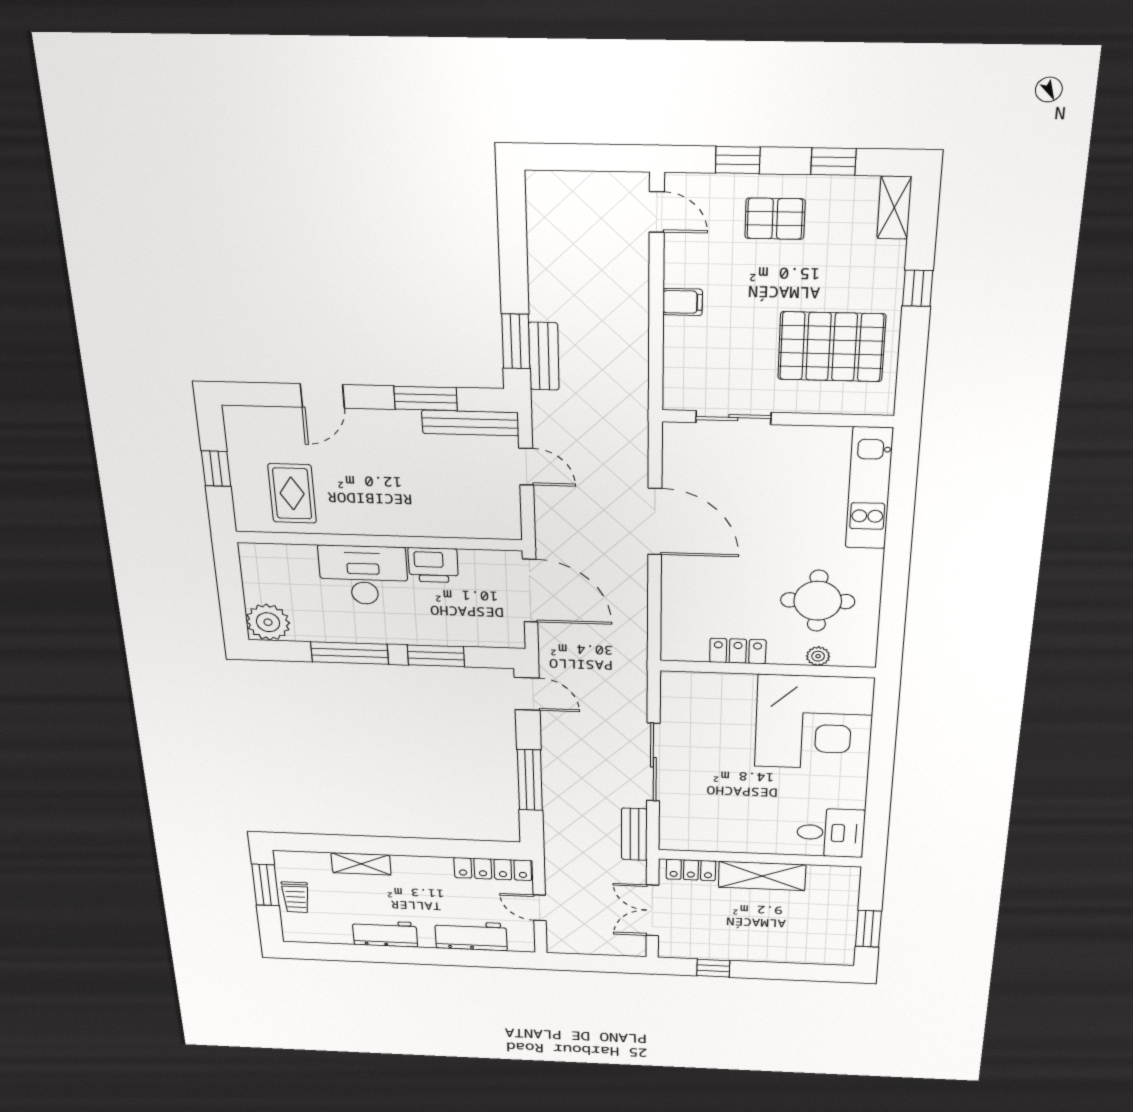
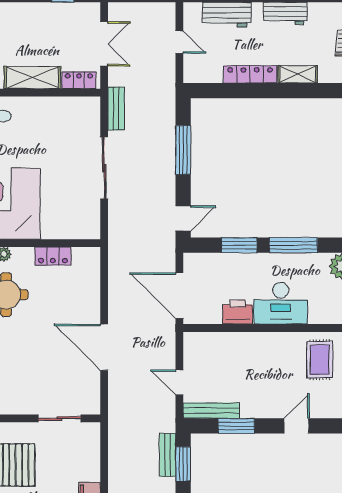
door: (527, 694) -> (183, 218), swing flipped
locker: (493, 869) -> (250, 74), moved

